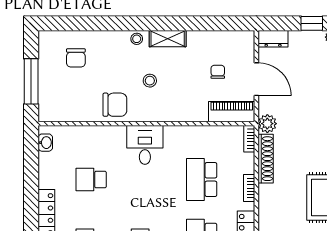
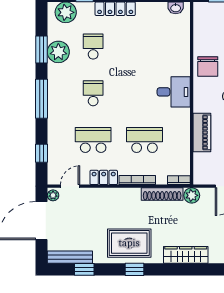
piano: (232, 112) -> (202, 132), moved
school desk: (91, 180) -> (144, 47), removed
bookcase: (249, 188) -> (137, 180), width x1.56

